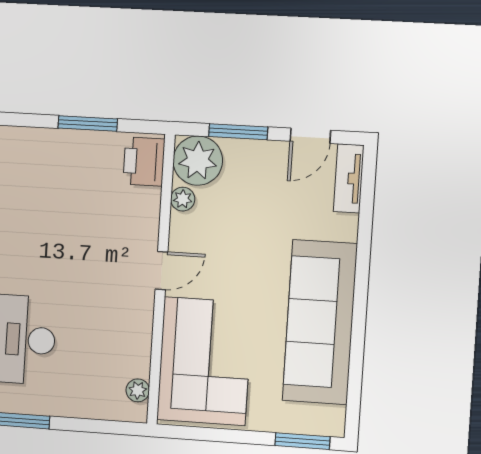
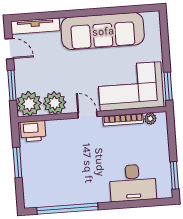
tv unit: (349, 178) -> (35, 26), width x1.41
plant: (183, 199) -> (55, 103), width x1.87, depth x1.87
bookcase: (143, 338) -> (123, 120), added
window: (302, 441) -> (168, 86), moved

